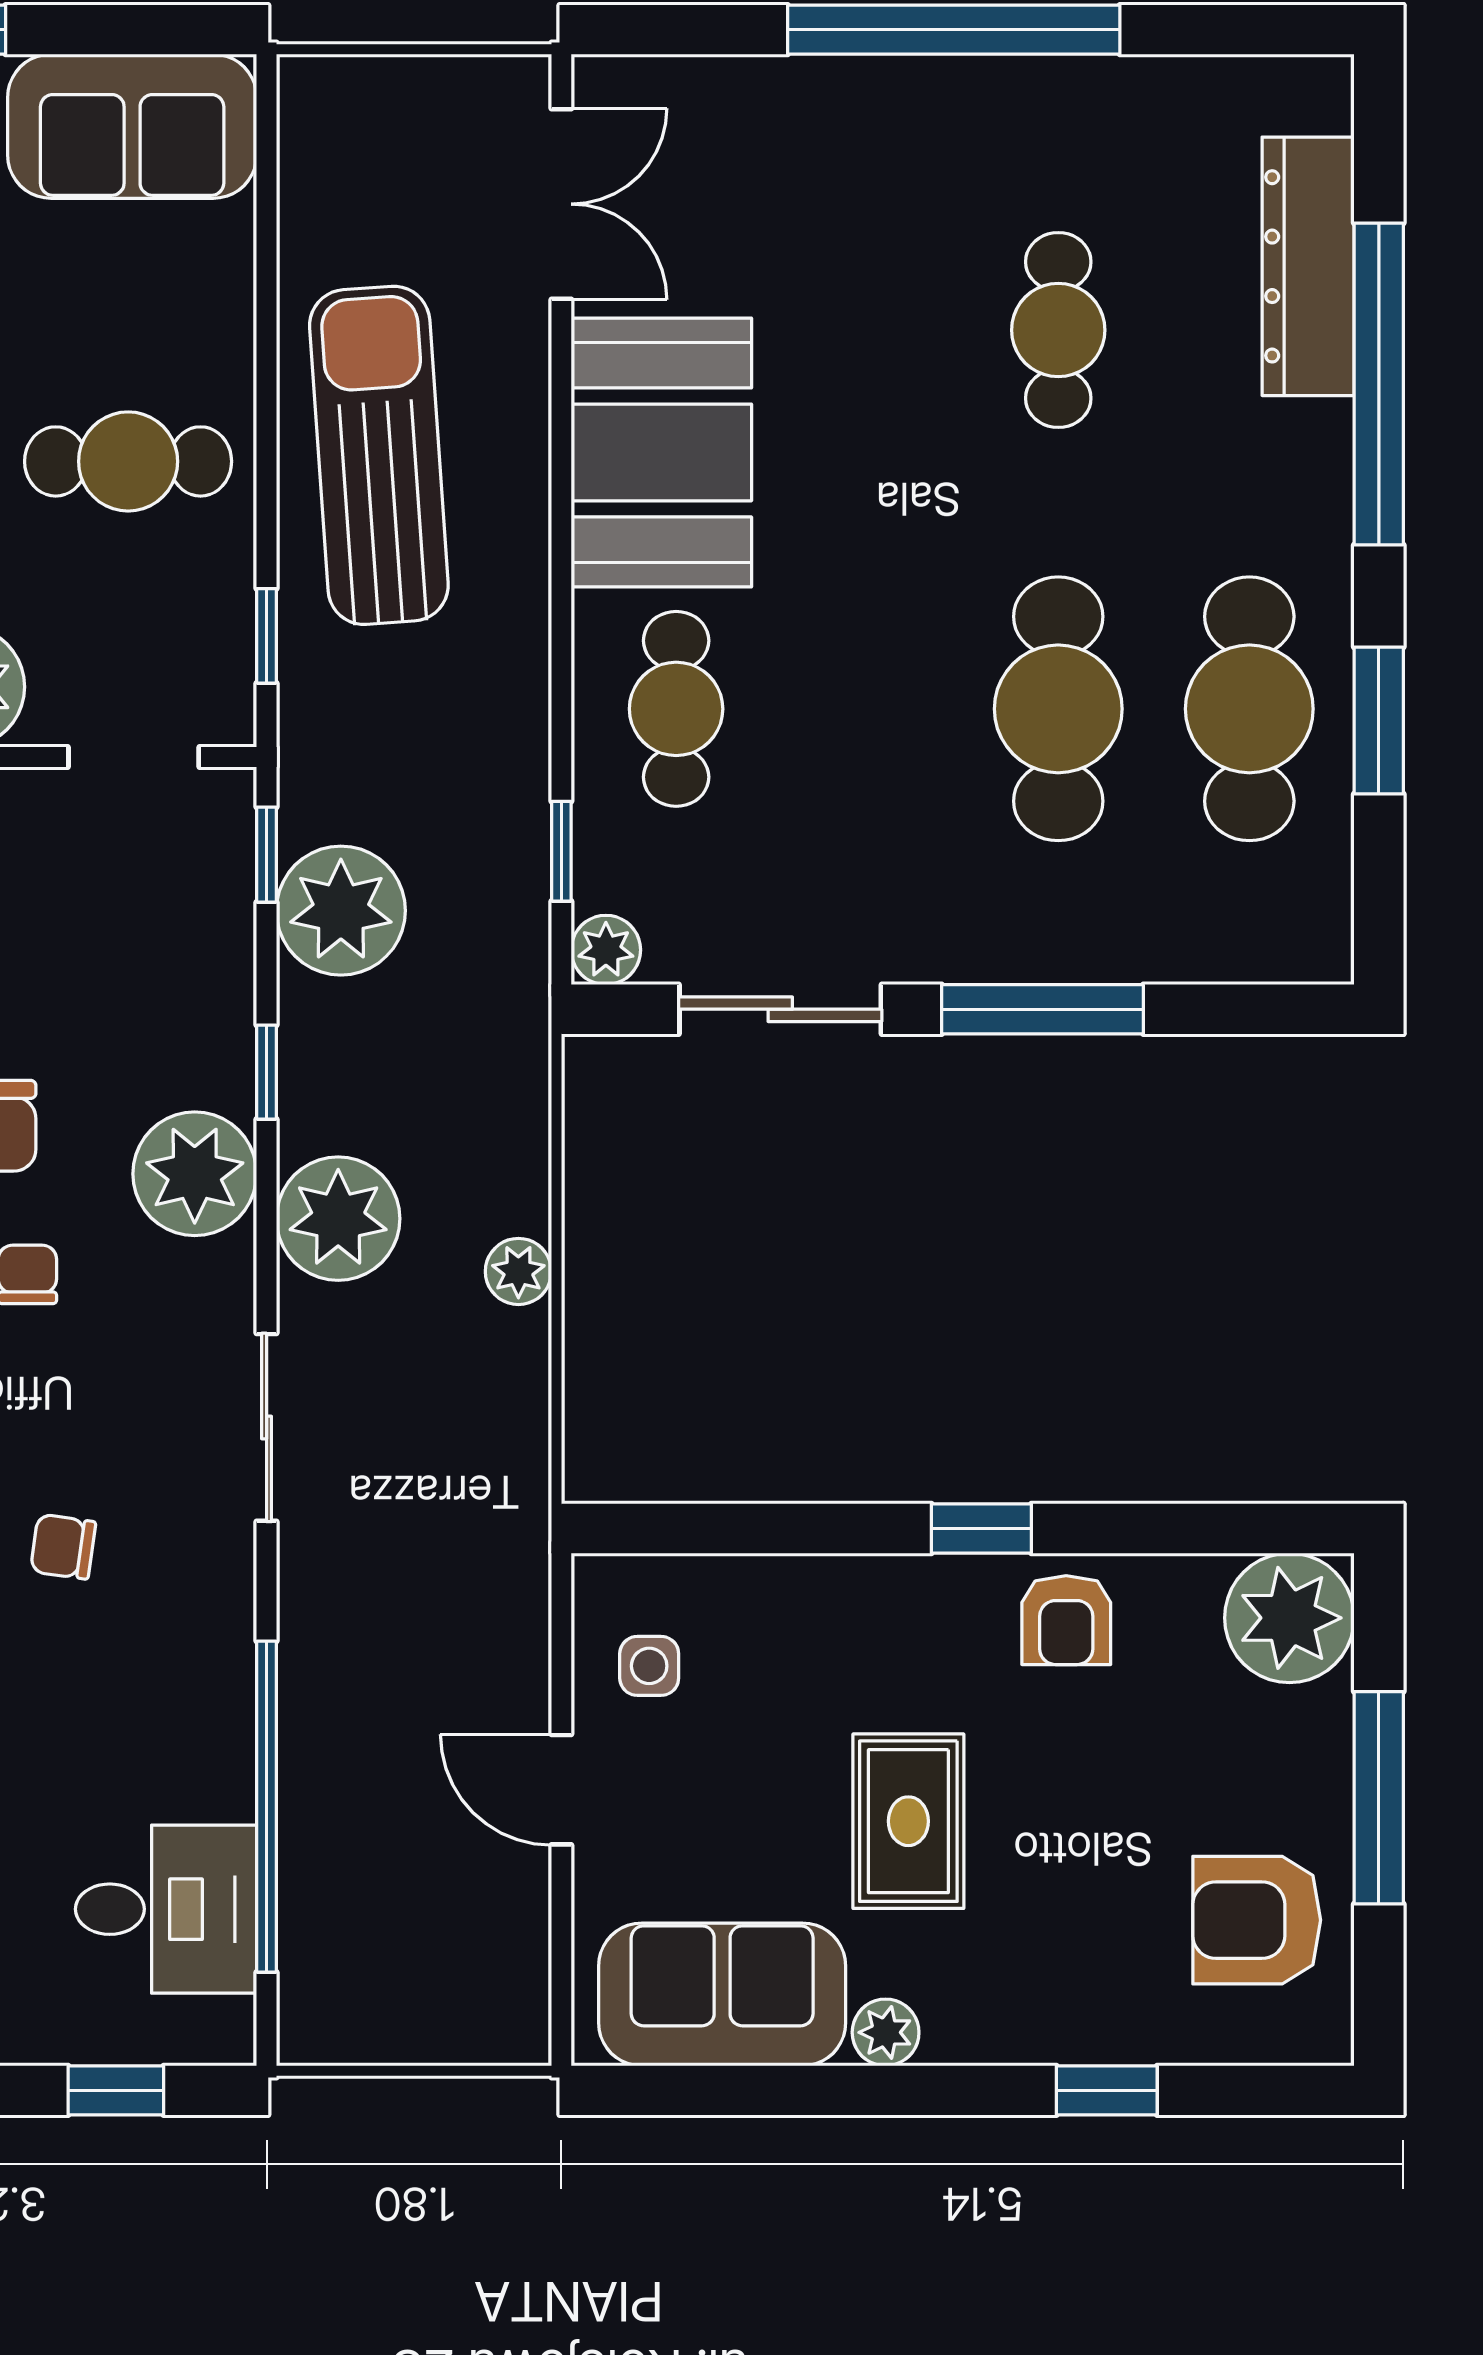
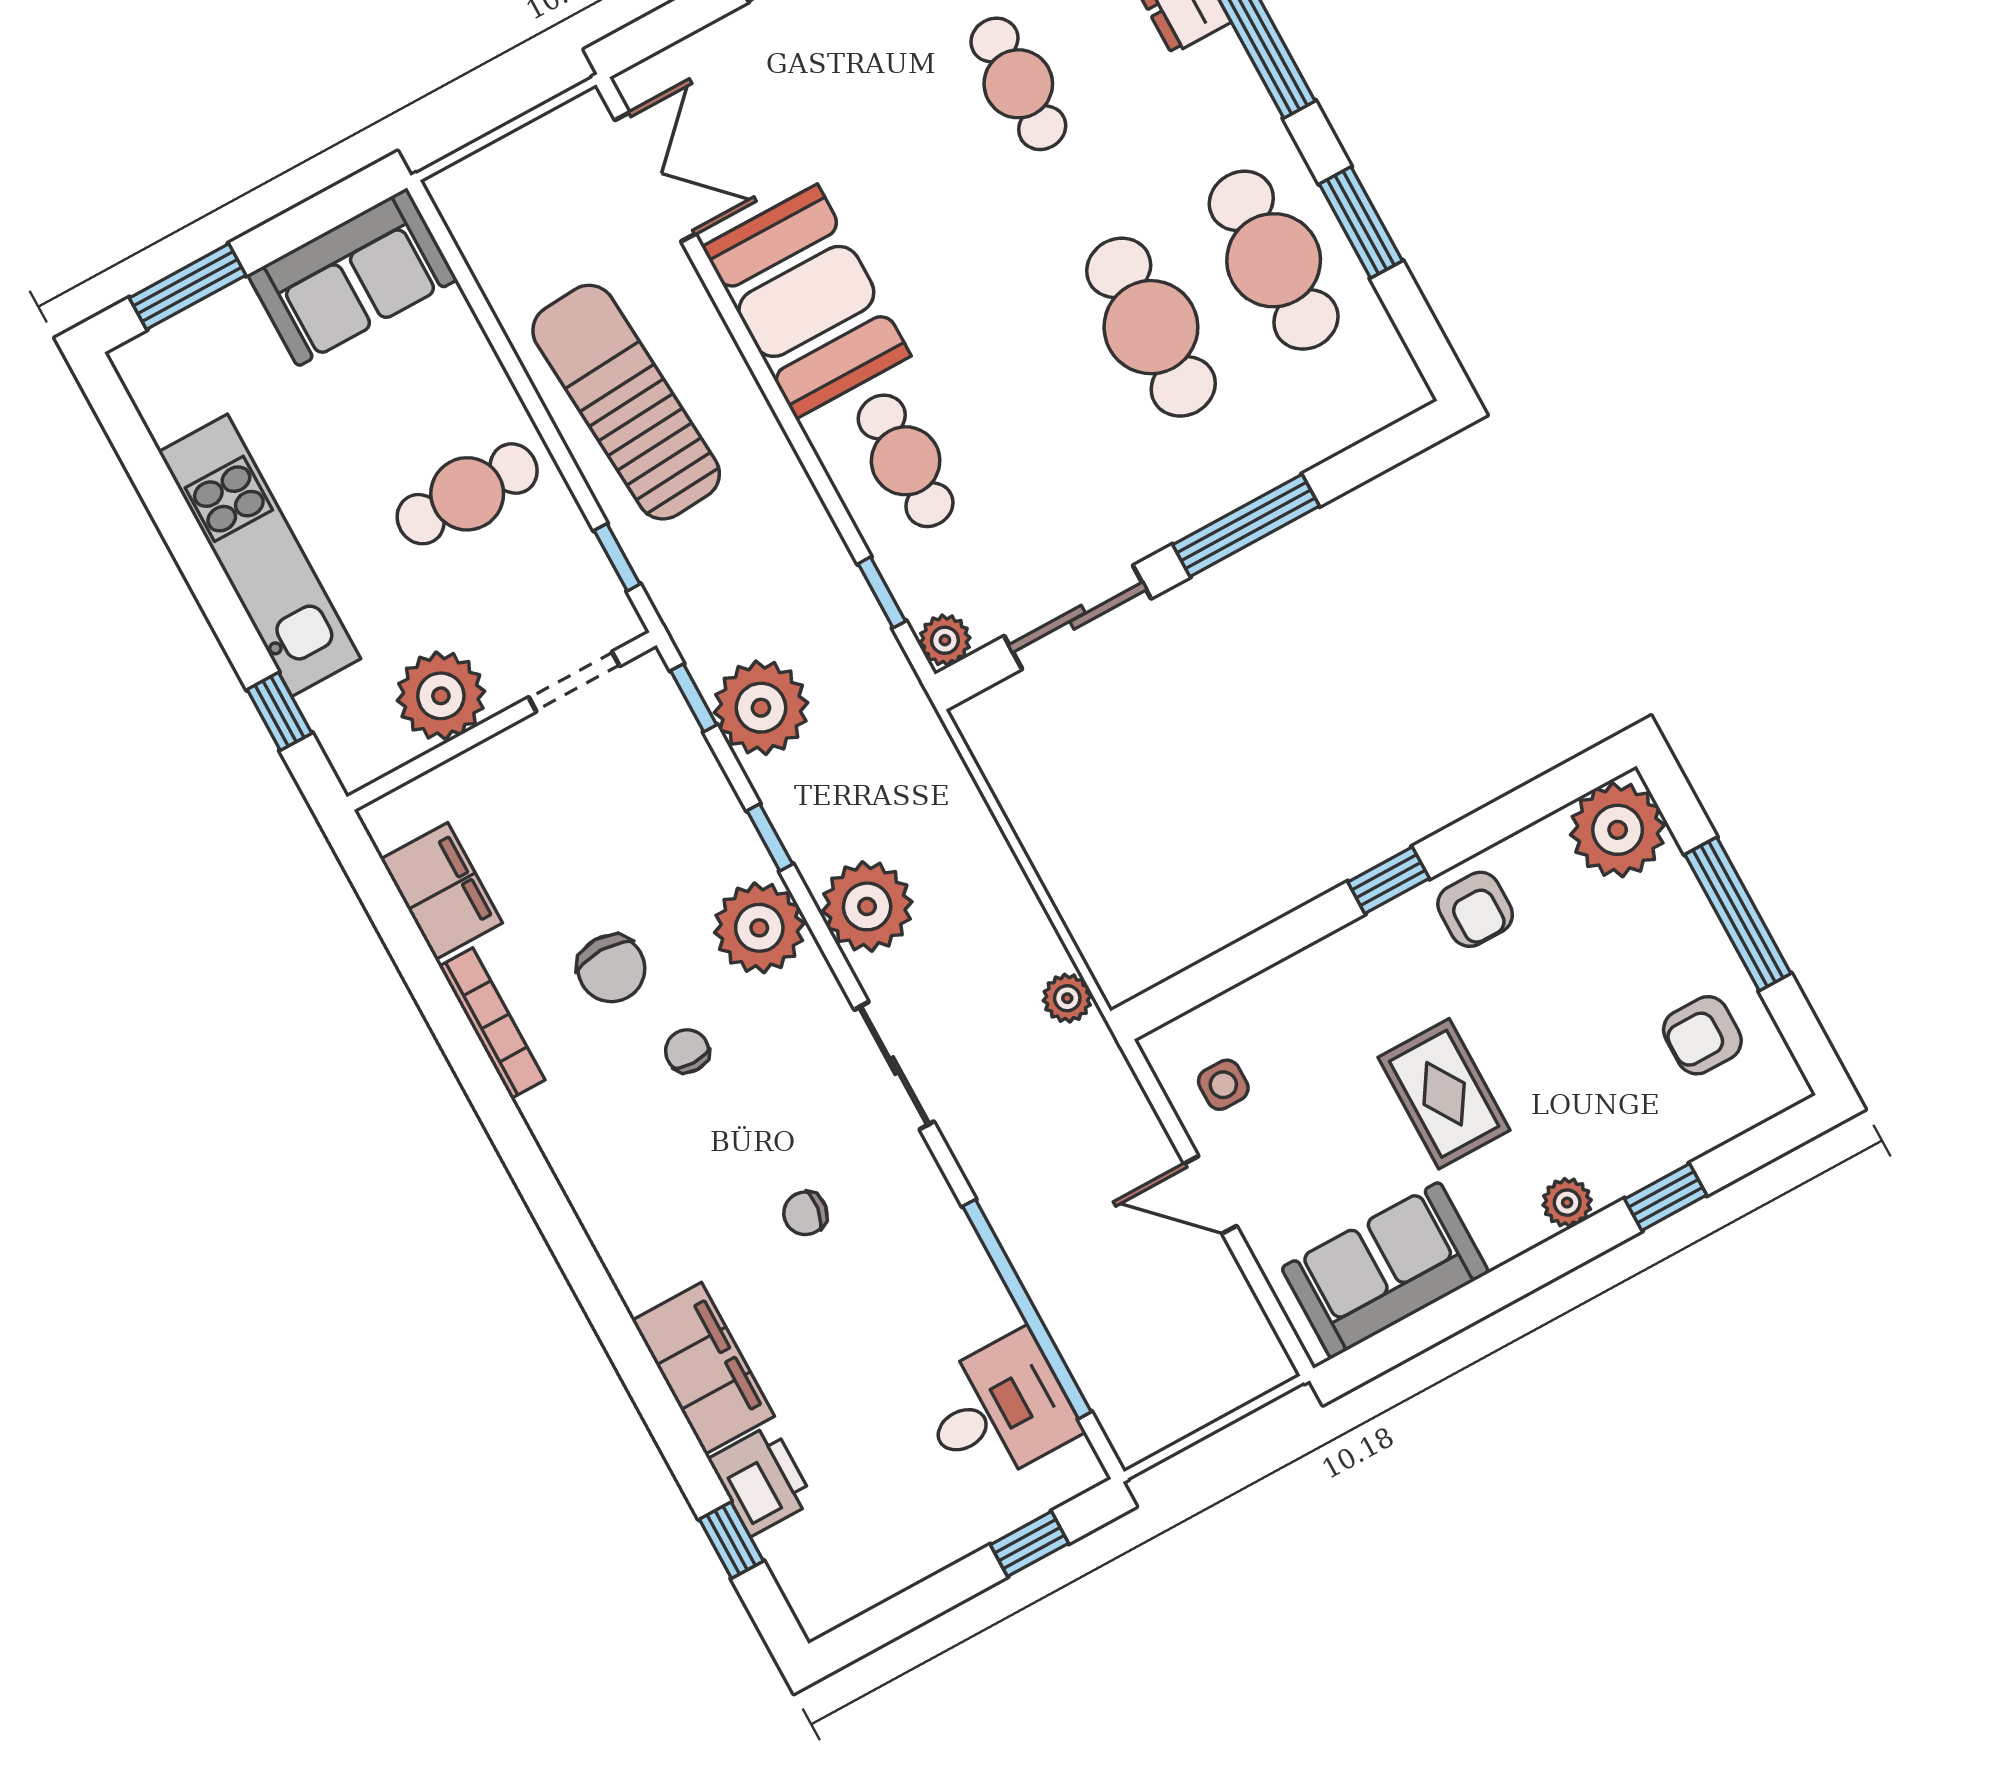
plant: (518, 1271) -> (1067, 998), moved
armchair: (1257, 1920) -> (1702, 1035), width x0.72, depth x0.72
plant: (886, 2032) -> (1567, 1203), moved

